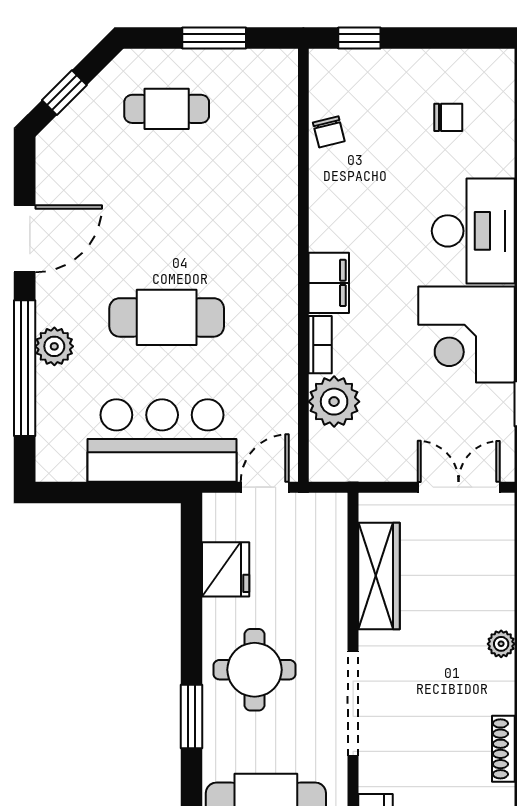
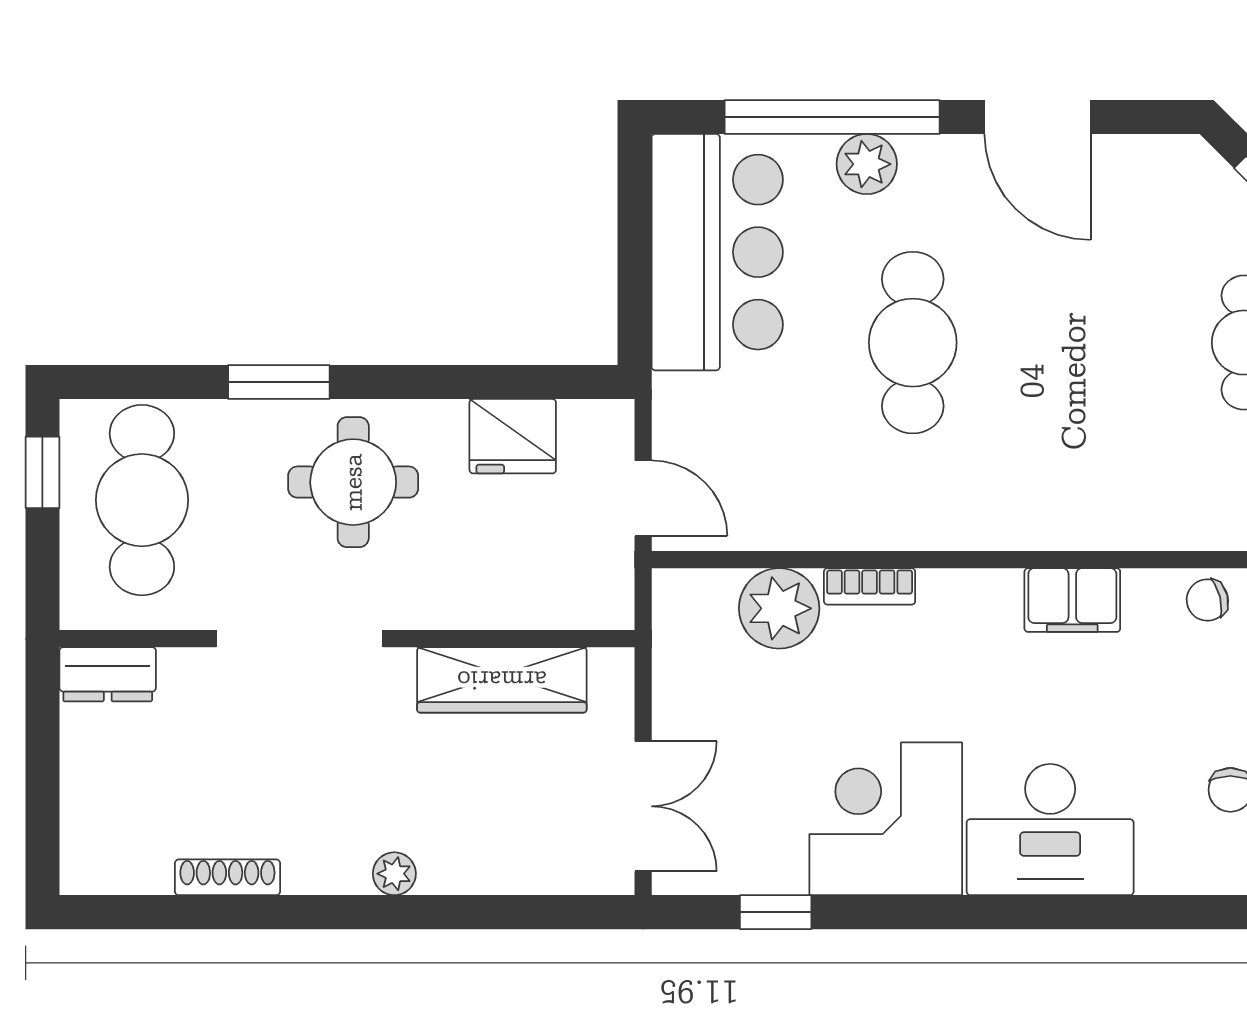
filing cabinet: (329, 283) -> (1072, 600), moved
bar counter: (162, 441) -> (717, 252), moved

